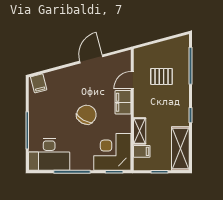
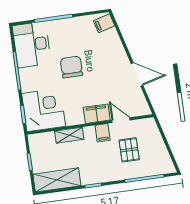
chair: (86, 115) -> (71, 67), moved, turned -119
filing cabinet: (142, 151) -> (103, 133), moved

